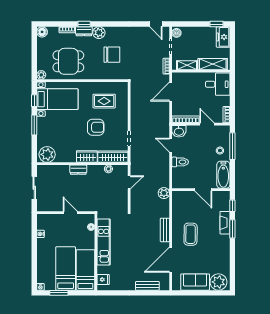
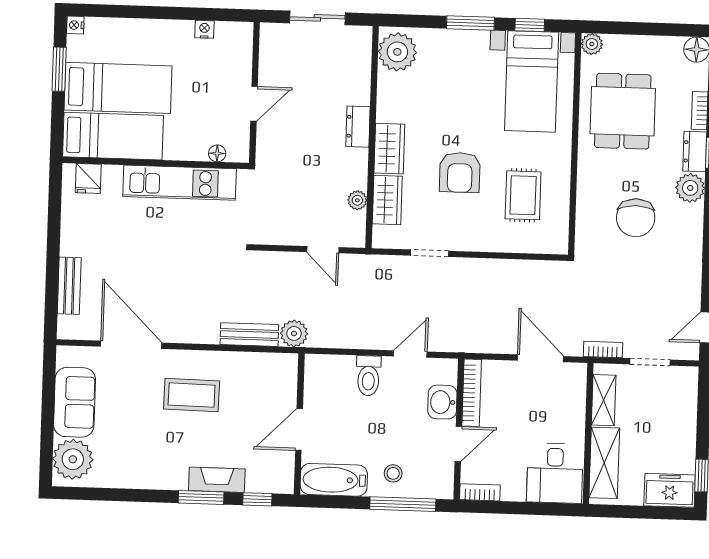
boiler: (176, 33) -> (683, 377), removed
washbasin: (179, 131) -> (442, 402), moved
wardrobe: (113, 157) -> (387, 200), width x0.67
bench: (165, 230) -> (249, 335), moved

